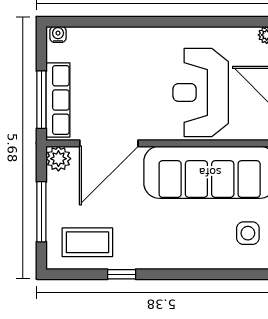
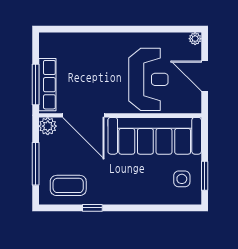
water cooler: (58, 34) -> (47, 38), removed
reception desk: (201, 92) -> (148, 79), turned 180
door: (109, 143) -> (83, 115), hinge flipped

